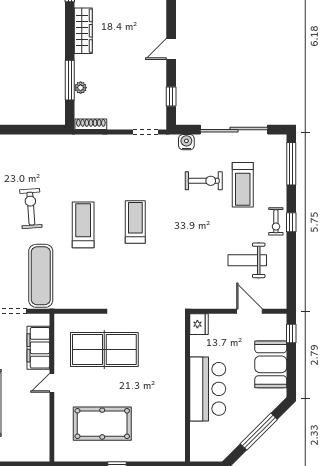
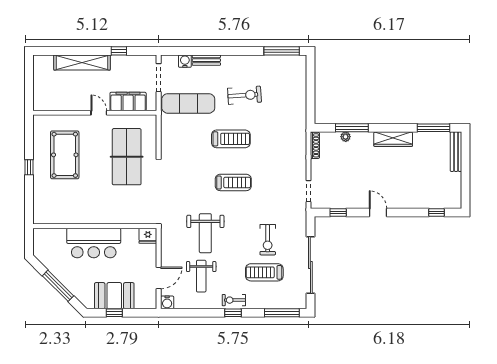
water cooler: (186, 142) -> (167, 302), moved, turned 90
weight bench: (196, 255) -> (205, 233), added
weight bench: (247, 260) -> (201, 276), turned 180
window: (291, 333) -> (114, 313), moved

